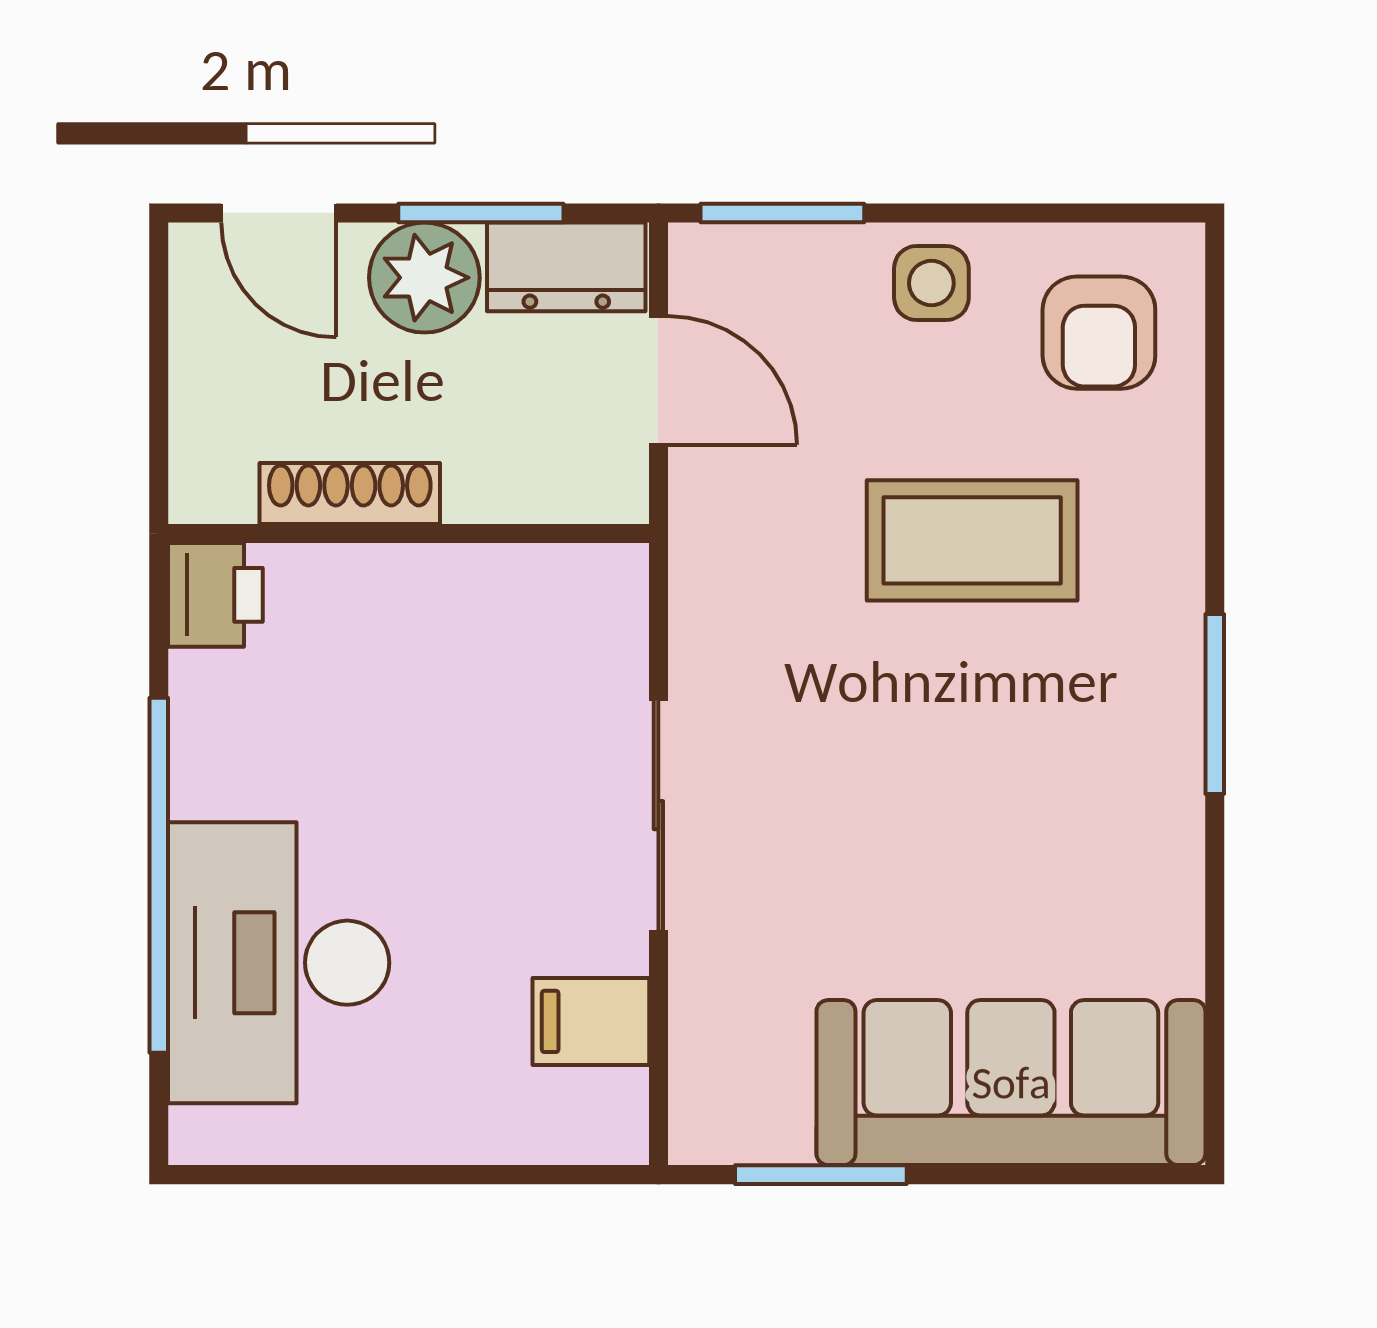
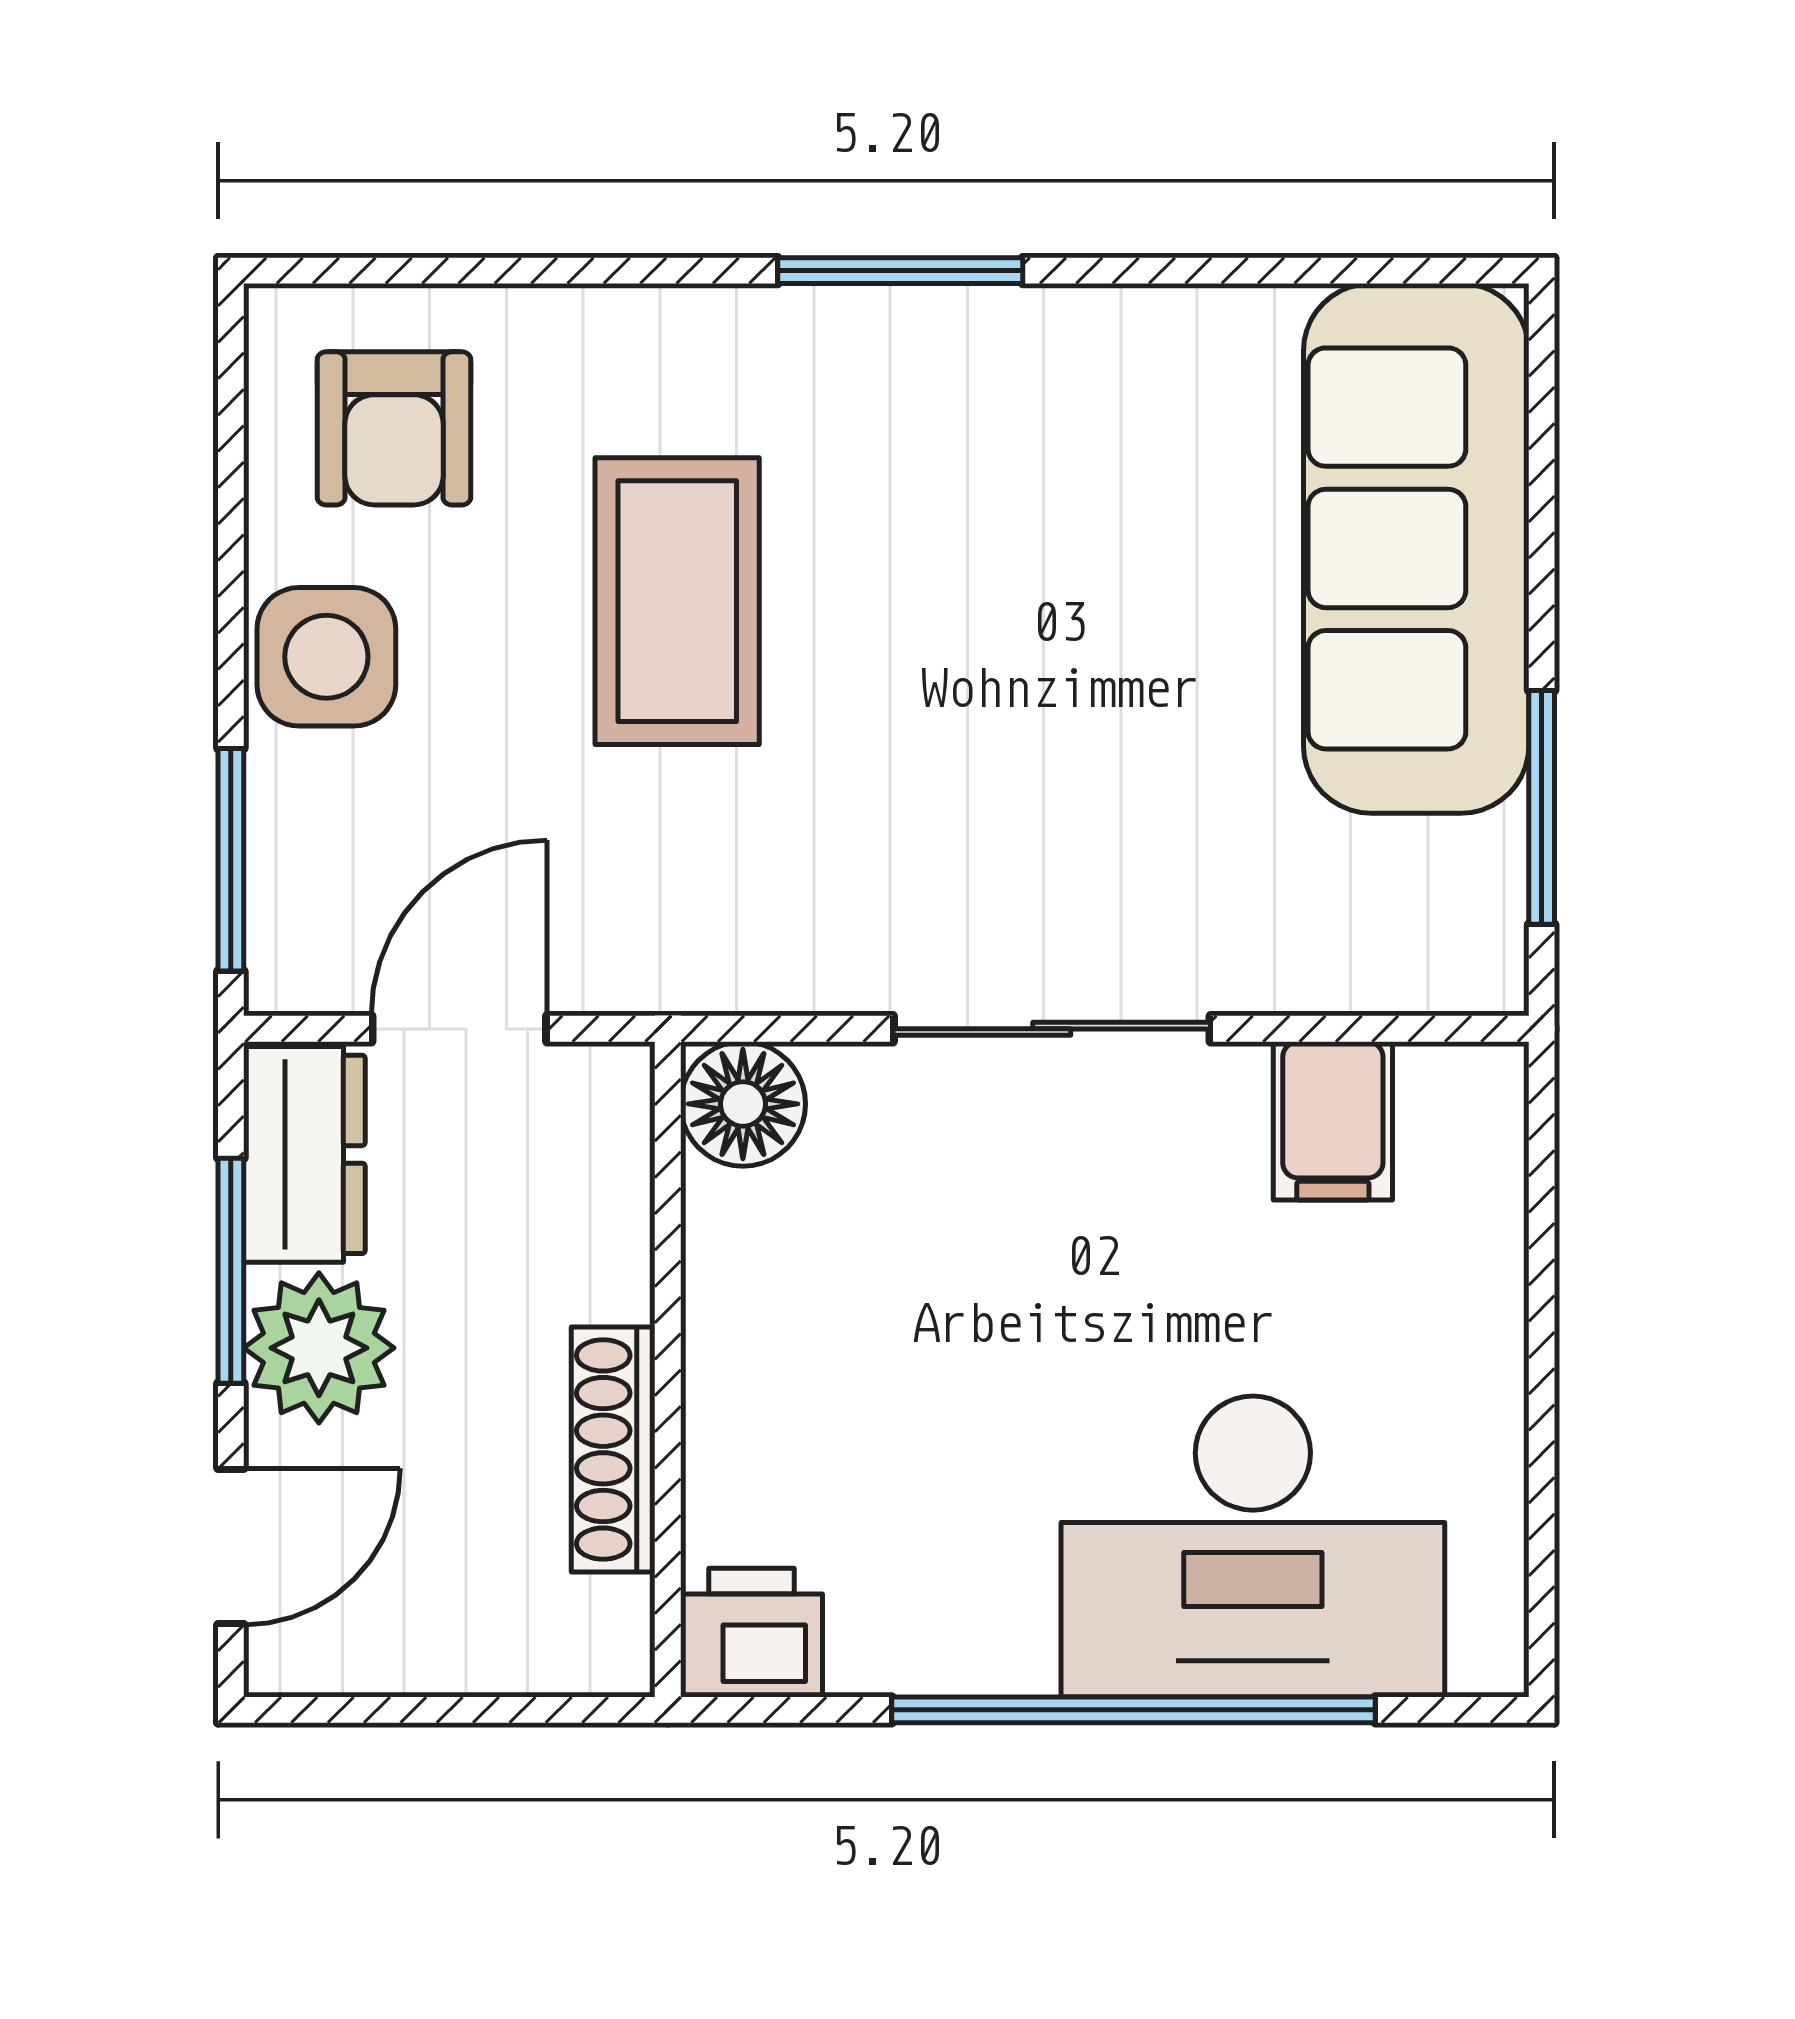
side table: (931, 283) -> (326, 657), width x1.37, depth x1.37
armchair: (1099, 333) -> (394, 428), turned 90
floor lamp: (603, 589) -> (743, 1104), added

